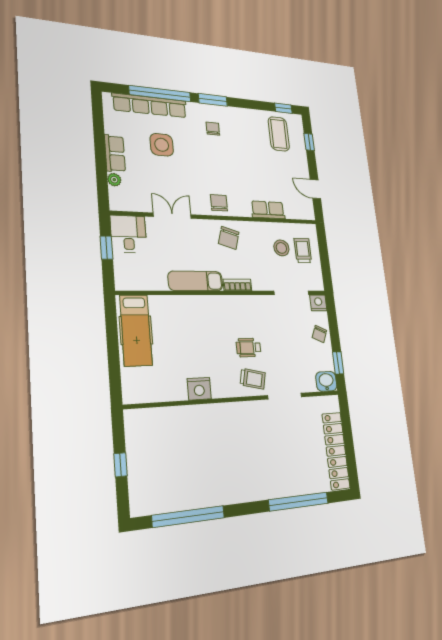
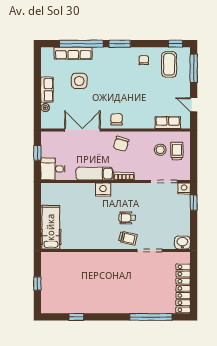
row of seats: (150, 105) -> (73, 53), width x0.73
chair: (213, 129) -> (144, 60), moved
window: (309, 142) -> (194, 68), width x2.17
row of seats: (268, 210) -> (168, 123), moved
double door: (172, 216) -> (82, 130), width x1.37
desk: (128, 234) -> (53, 169), moved, turned -90
hospital bed: (136, 330) -> (51, 227), moved, turned 180
chair: (319, 334) -> (182, 210), removed
window: (338, 363) -> (194, 203), moved
nightstand: (199, 389) -> (103, 190), moved, turned 180
window: (188, 517) -> (76, 317), width x0.32

